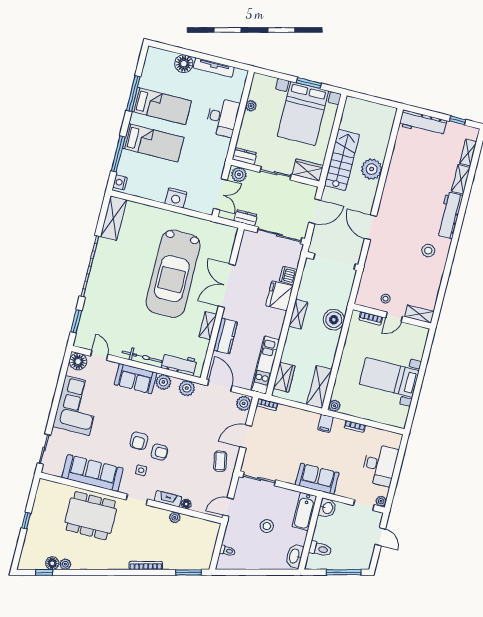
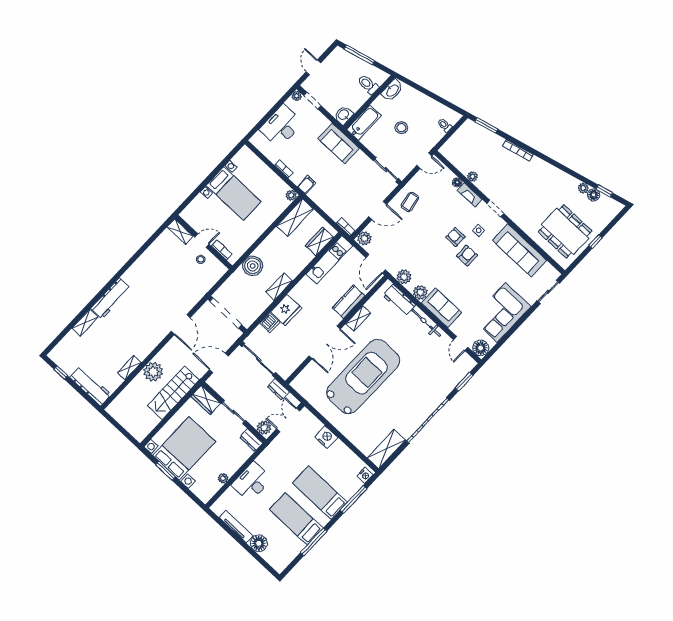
shelving: (468, 153) -> (130, 368), moved
stool: (428, 251) -> (144, 279), removed
dining table: (91, 516) -> (565, 231), moved

